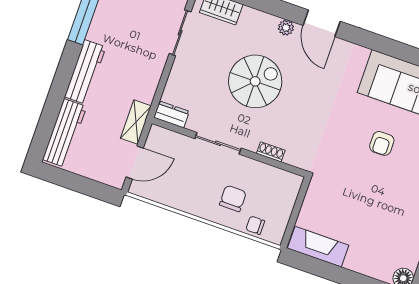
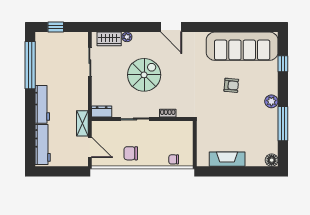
plant: (286, 28) -> (127, 37), moved
armchair: (382, 143) -> (231, 85), turned -85
door: (135, 162) -> (90, 147), hinge flipped
chair: (233, 198) -> (131, 153), moved, turned -90
fireplace: (318, 247) -> (227, 159), moved

